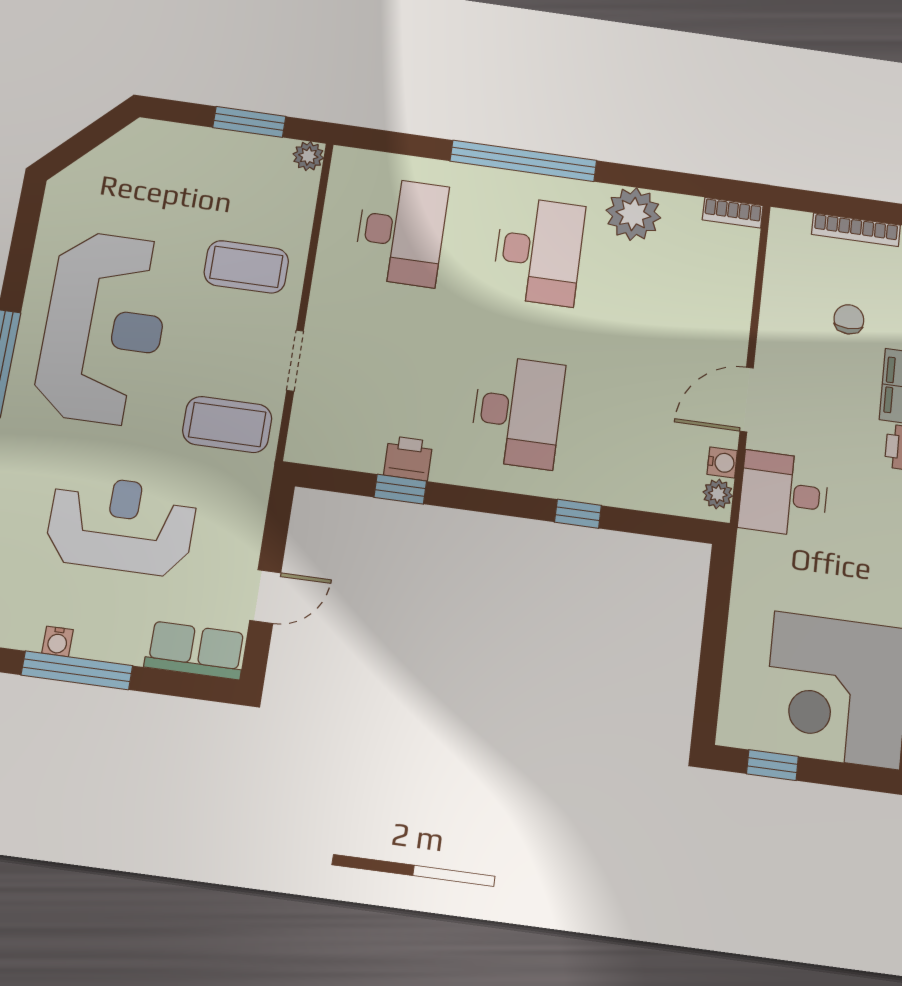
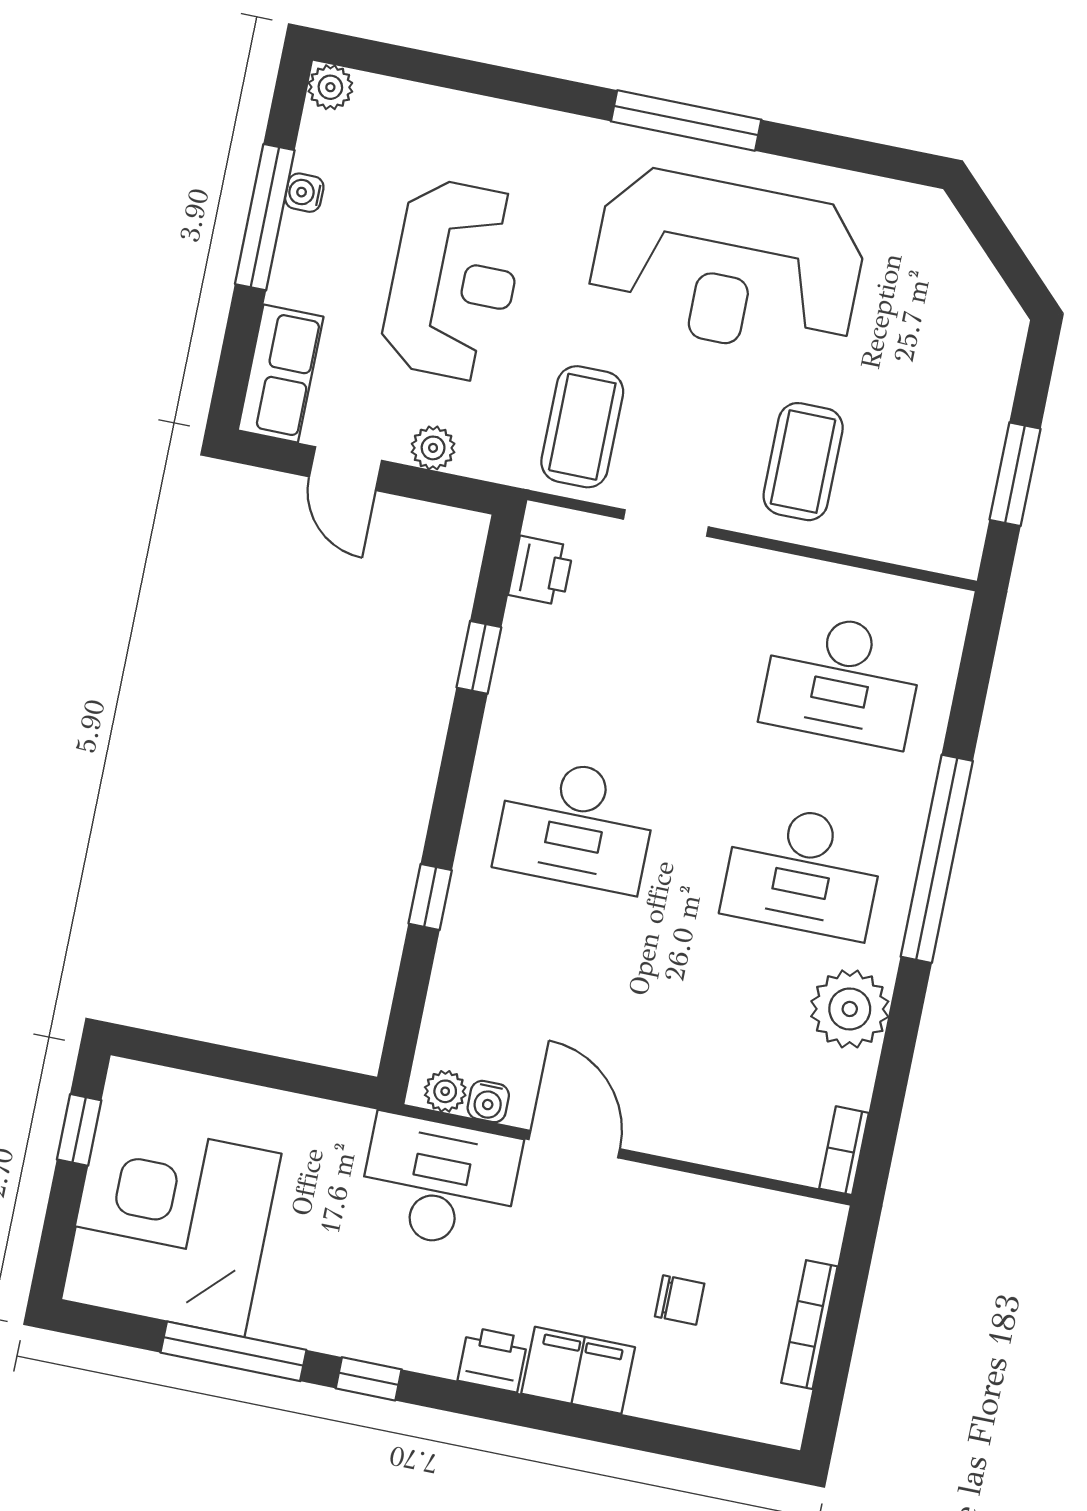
plant: (308, 156) -> (433, 448), moved
printer: (408, 458) -> (541, 571), moved
desk: (784, 494) -> (439, 1182), width x1.37

